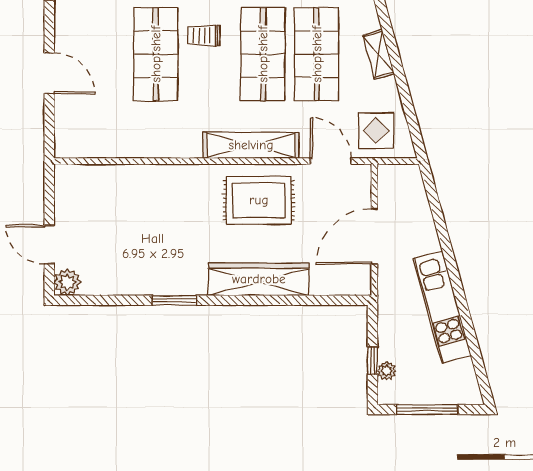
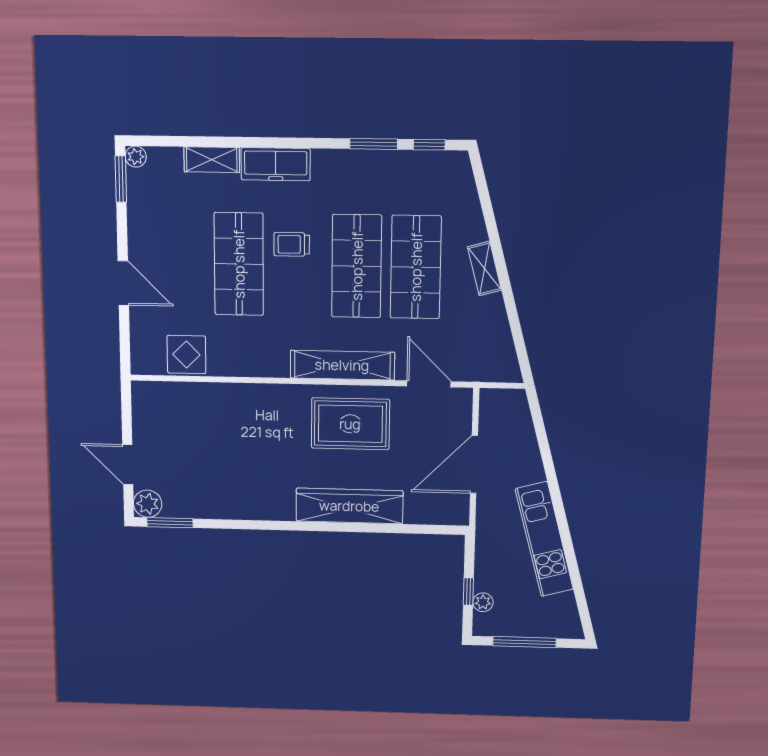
display table: (376, 130) -> (186, 354), moved
window: (174, 300) -> (170, 523), moved

